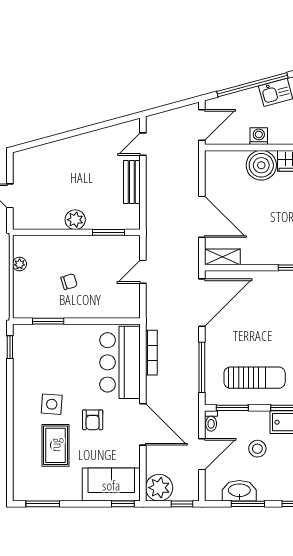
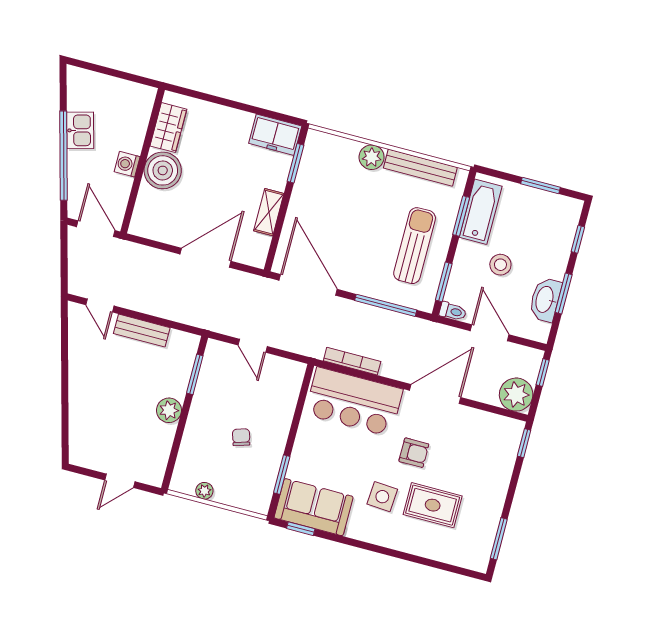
shelving: (222, 257) -> (269, 212), moved
sofa: (111, 485) -> (314, 507), moved, turned 90

